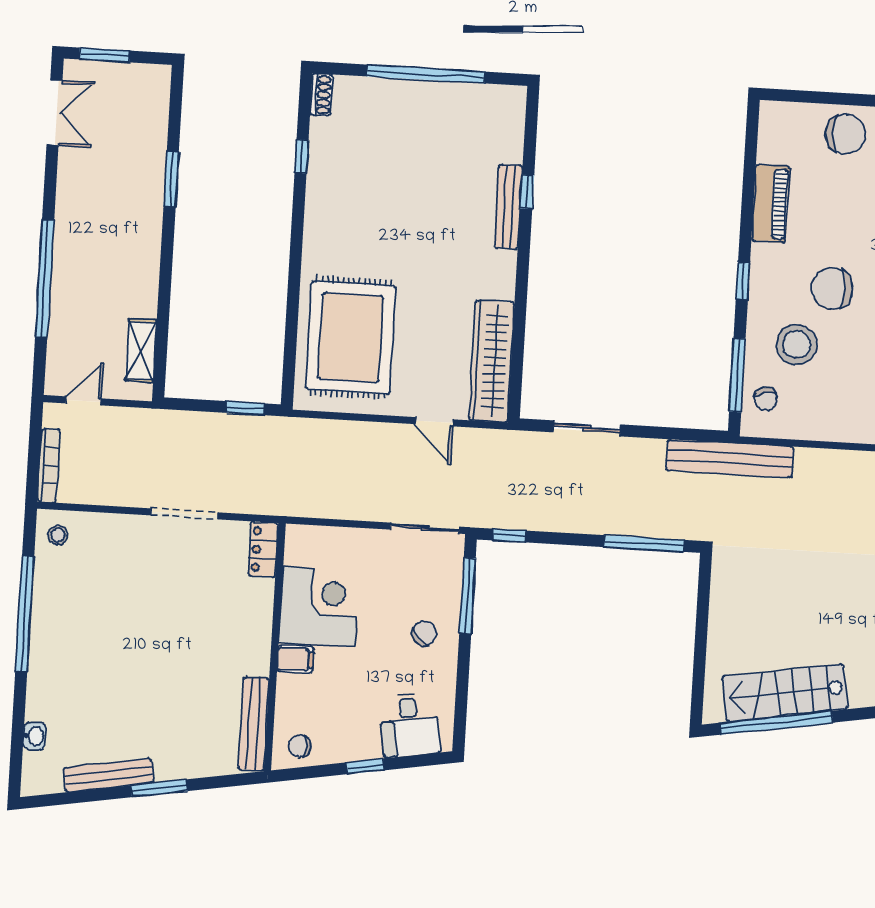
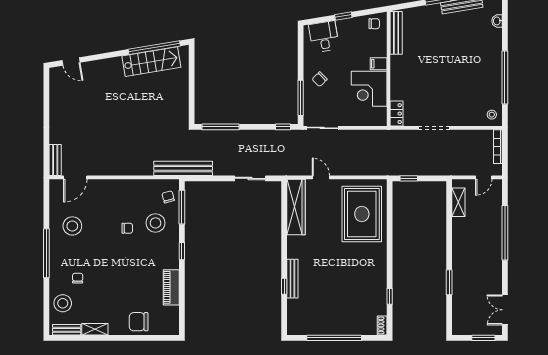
chair: (832, 288) -> (127, 228), moved, width x0.54, depth x0.54

